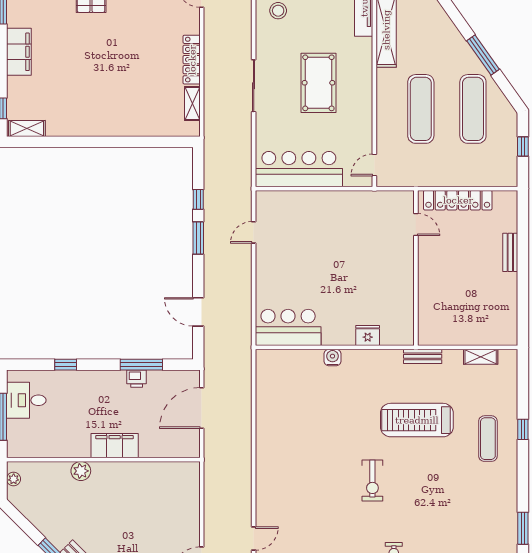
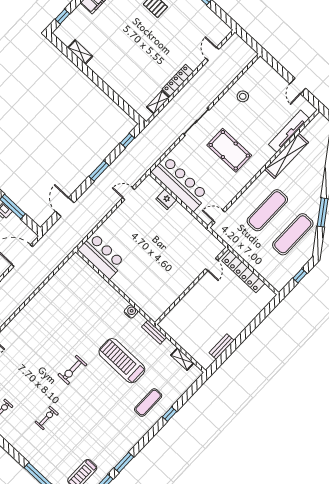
pool table: (318, 83) -> (229, 150), turned 90
shelving: (27, 129) -> (80, 52), moved
window: (198, 199) -> (127, 141), moved
bench: (510, 252) -> (222, 347), moved
fridge: (368, 335) -> (166, 199), moved, turned 180
water cooler: (332, 357) -> (131, 311), moved

